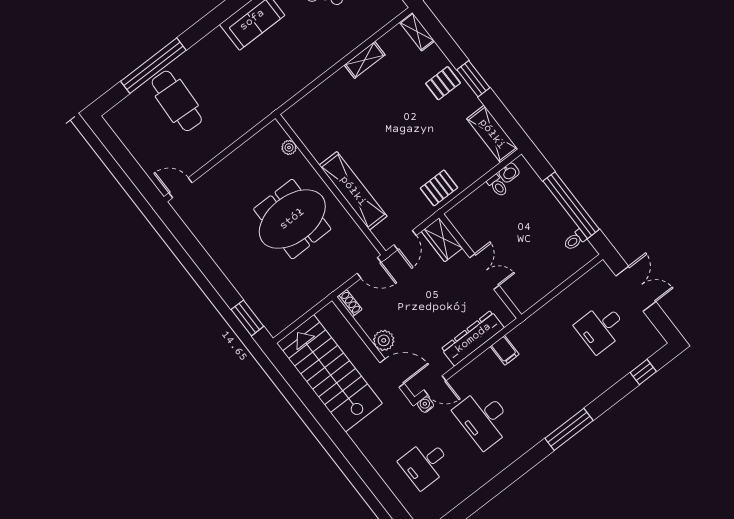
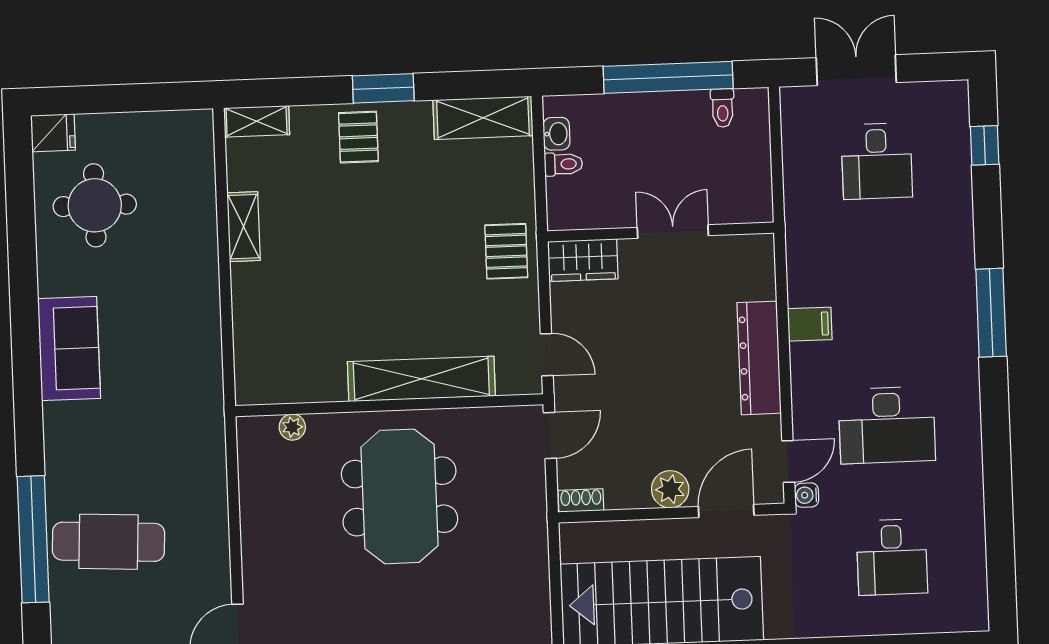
wardrobe: (442, 240) -> (583, 260), moved
wall: (480, 266) -> (661, 232), moved
double door: (484, 272) -> (673, 231), moved

